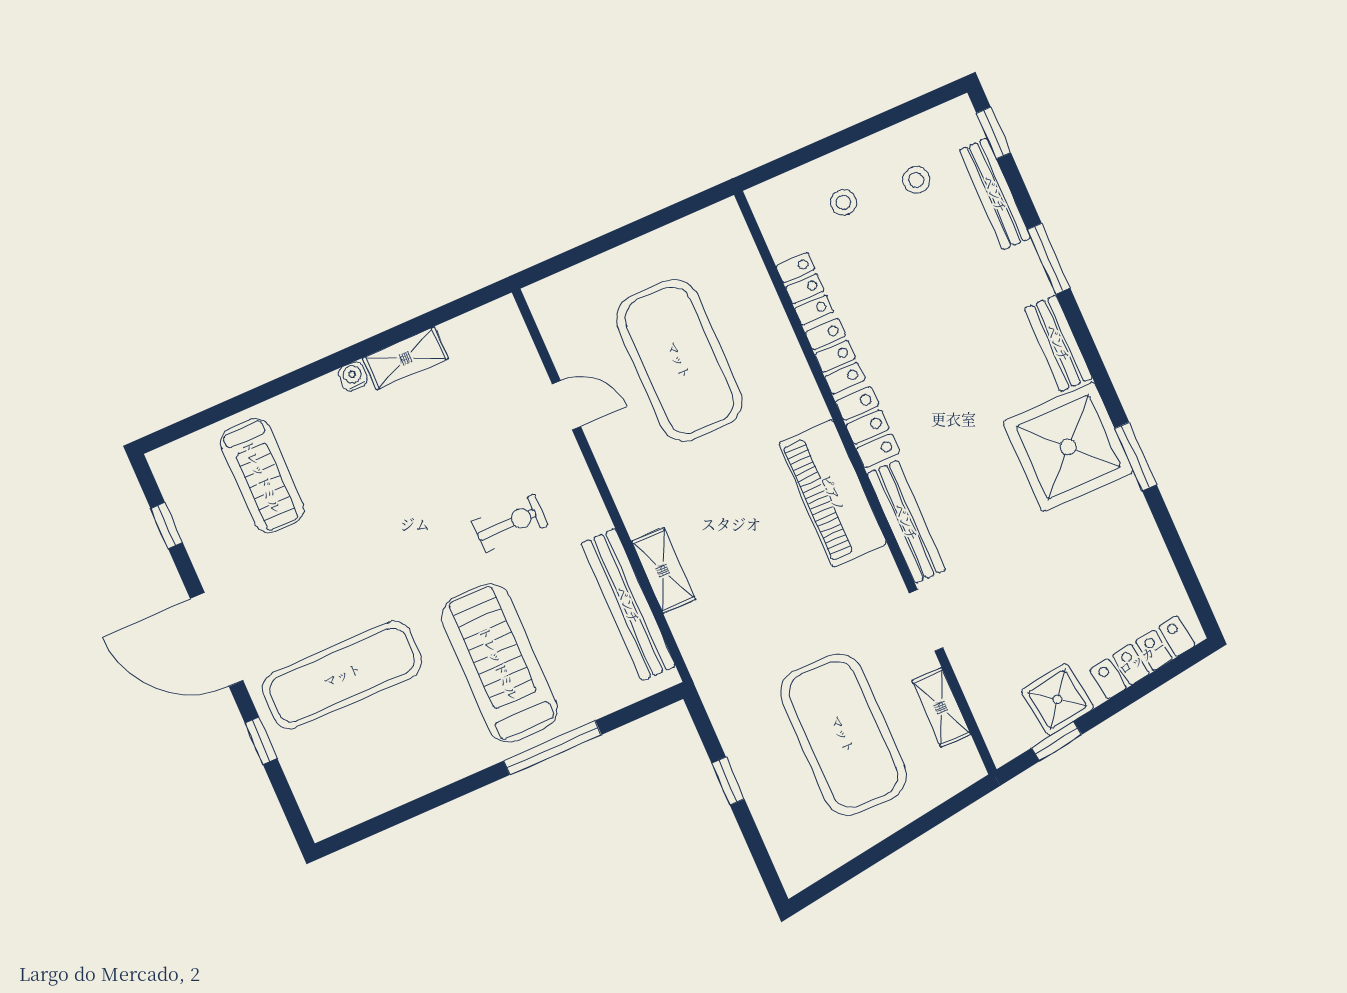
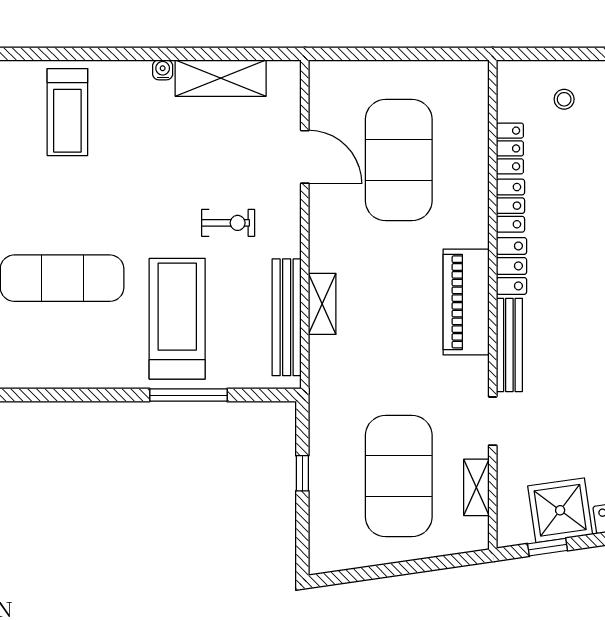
shelving: (405, 358) -> (221, 78), width x1.50, depth x1.33
door: (566, 405) -> (305, 157), width x1.38
shower: (1058, 699) -> (560, 510), width x1.36, depth x1.36

